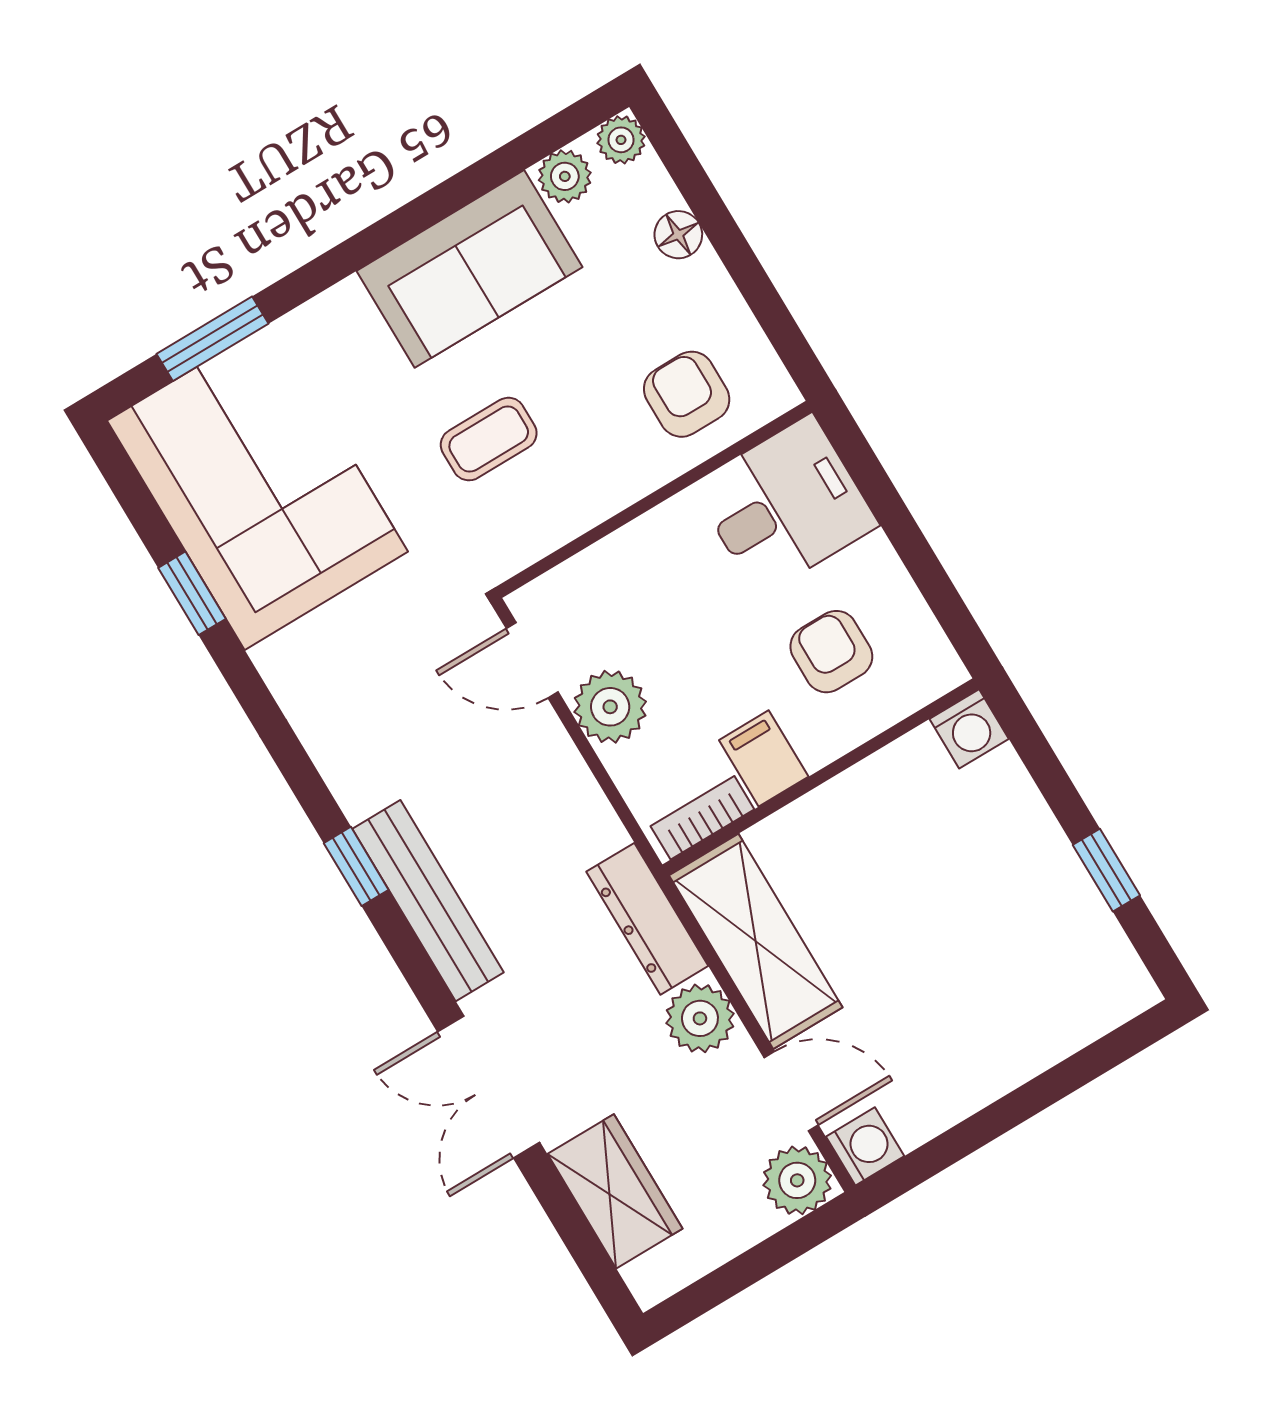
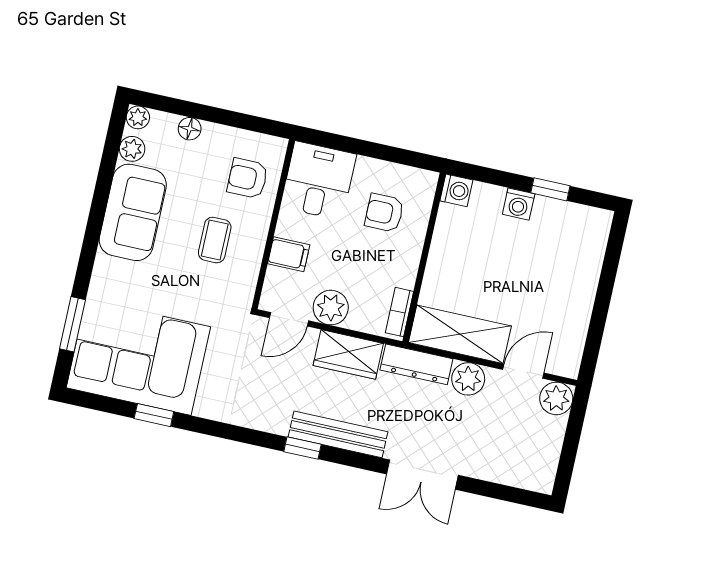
coffee table: (489, 439) -> (215, 240), moved
filing cabinet: (764, 758) -> (289, 254), moved, turned 180
washing machine: (865, 1146) -> (519, 204), moved, turned 180
wardrobe: (615, 1191) -> (348, 354), moved, turned 180

